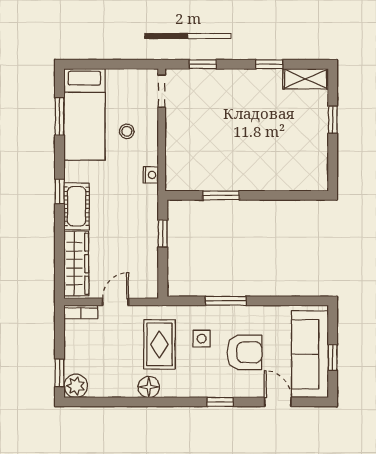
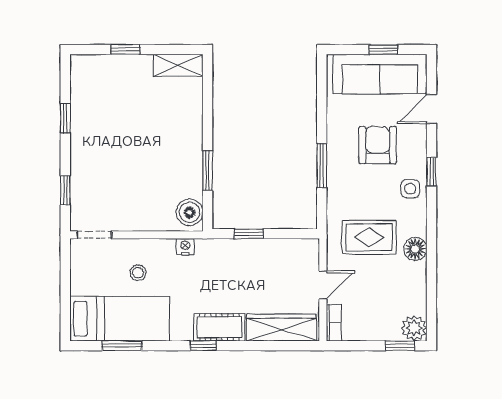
shelving: (306, 79) -> (178, 65), moved, turned 90
boiler: (182, 179) -> (190, 212), added
door: (115, 302) -> (323, 285), swing flipped
side table: (202, 339) -> (410, 189), moved

